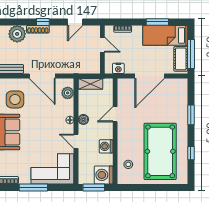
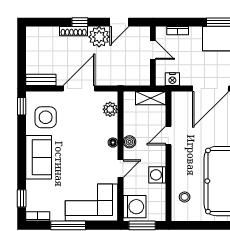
plant: (17, 34) -> (99, 37), moved
door: (42, 76) -> (79, 88), swing flipped
shelving: (91, 84) -> (151, 98), moved
door: (76, 141) -> (120, 169), swing flipped
washing machine: (104, 175) -> (135, 207), moved, turned 180

